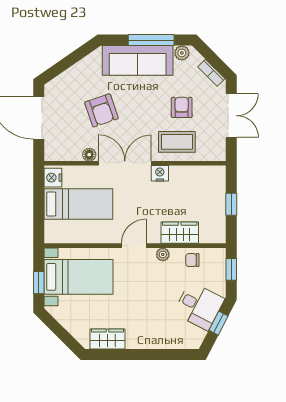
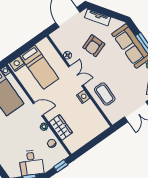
tv unit: (67, 78) -> (98, 17), added
armchair: (182, 107) -> (123, 84), removed
double door: (125, 163) -> (76, 76), width x0.73
nightstand: (53, 178) -> (17, 64), moved
window: (231, 204) -> (93, 143), removed

